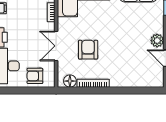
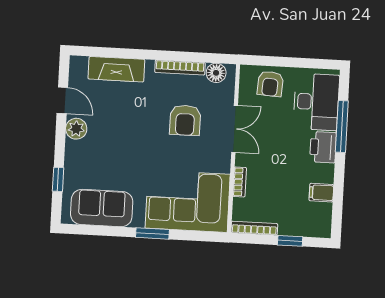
armchair: (35, 76) -> (270, 84), turned 94
fireplace: (134, 80) -> (116, 69), added

